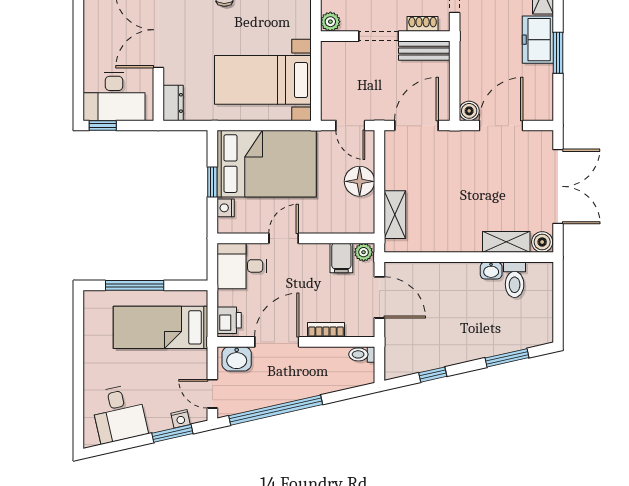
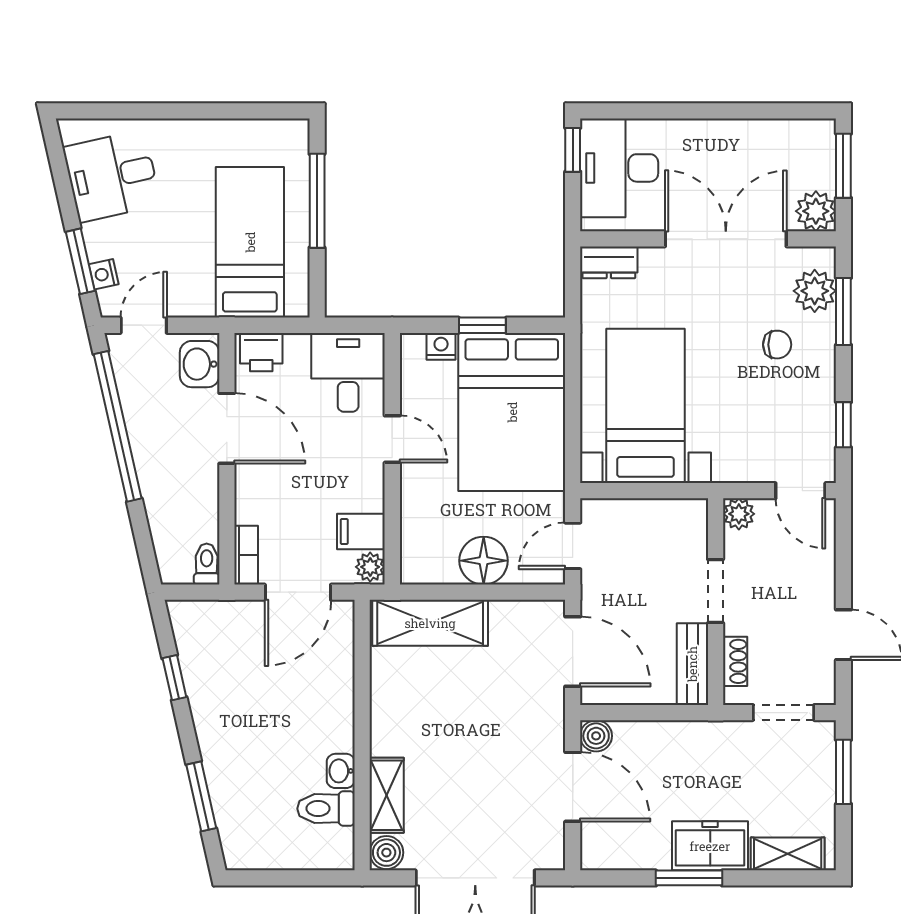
shelving: (395, 215) -> (430, 623), width x1.50, depth x1.33
bookcase: (326, 330) -> (246, 555), moved

